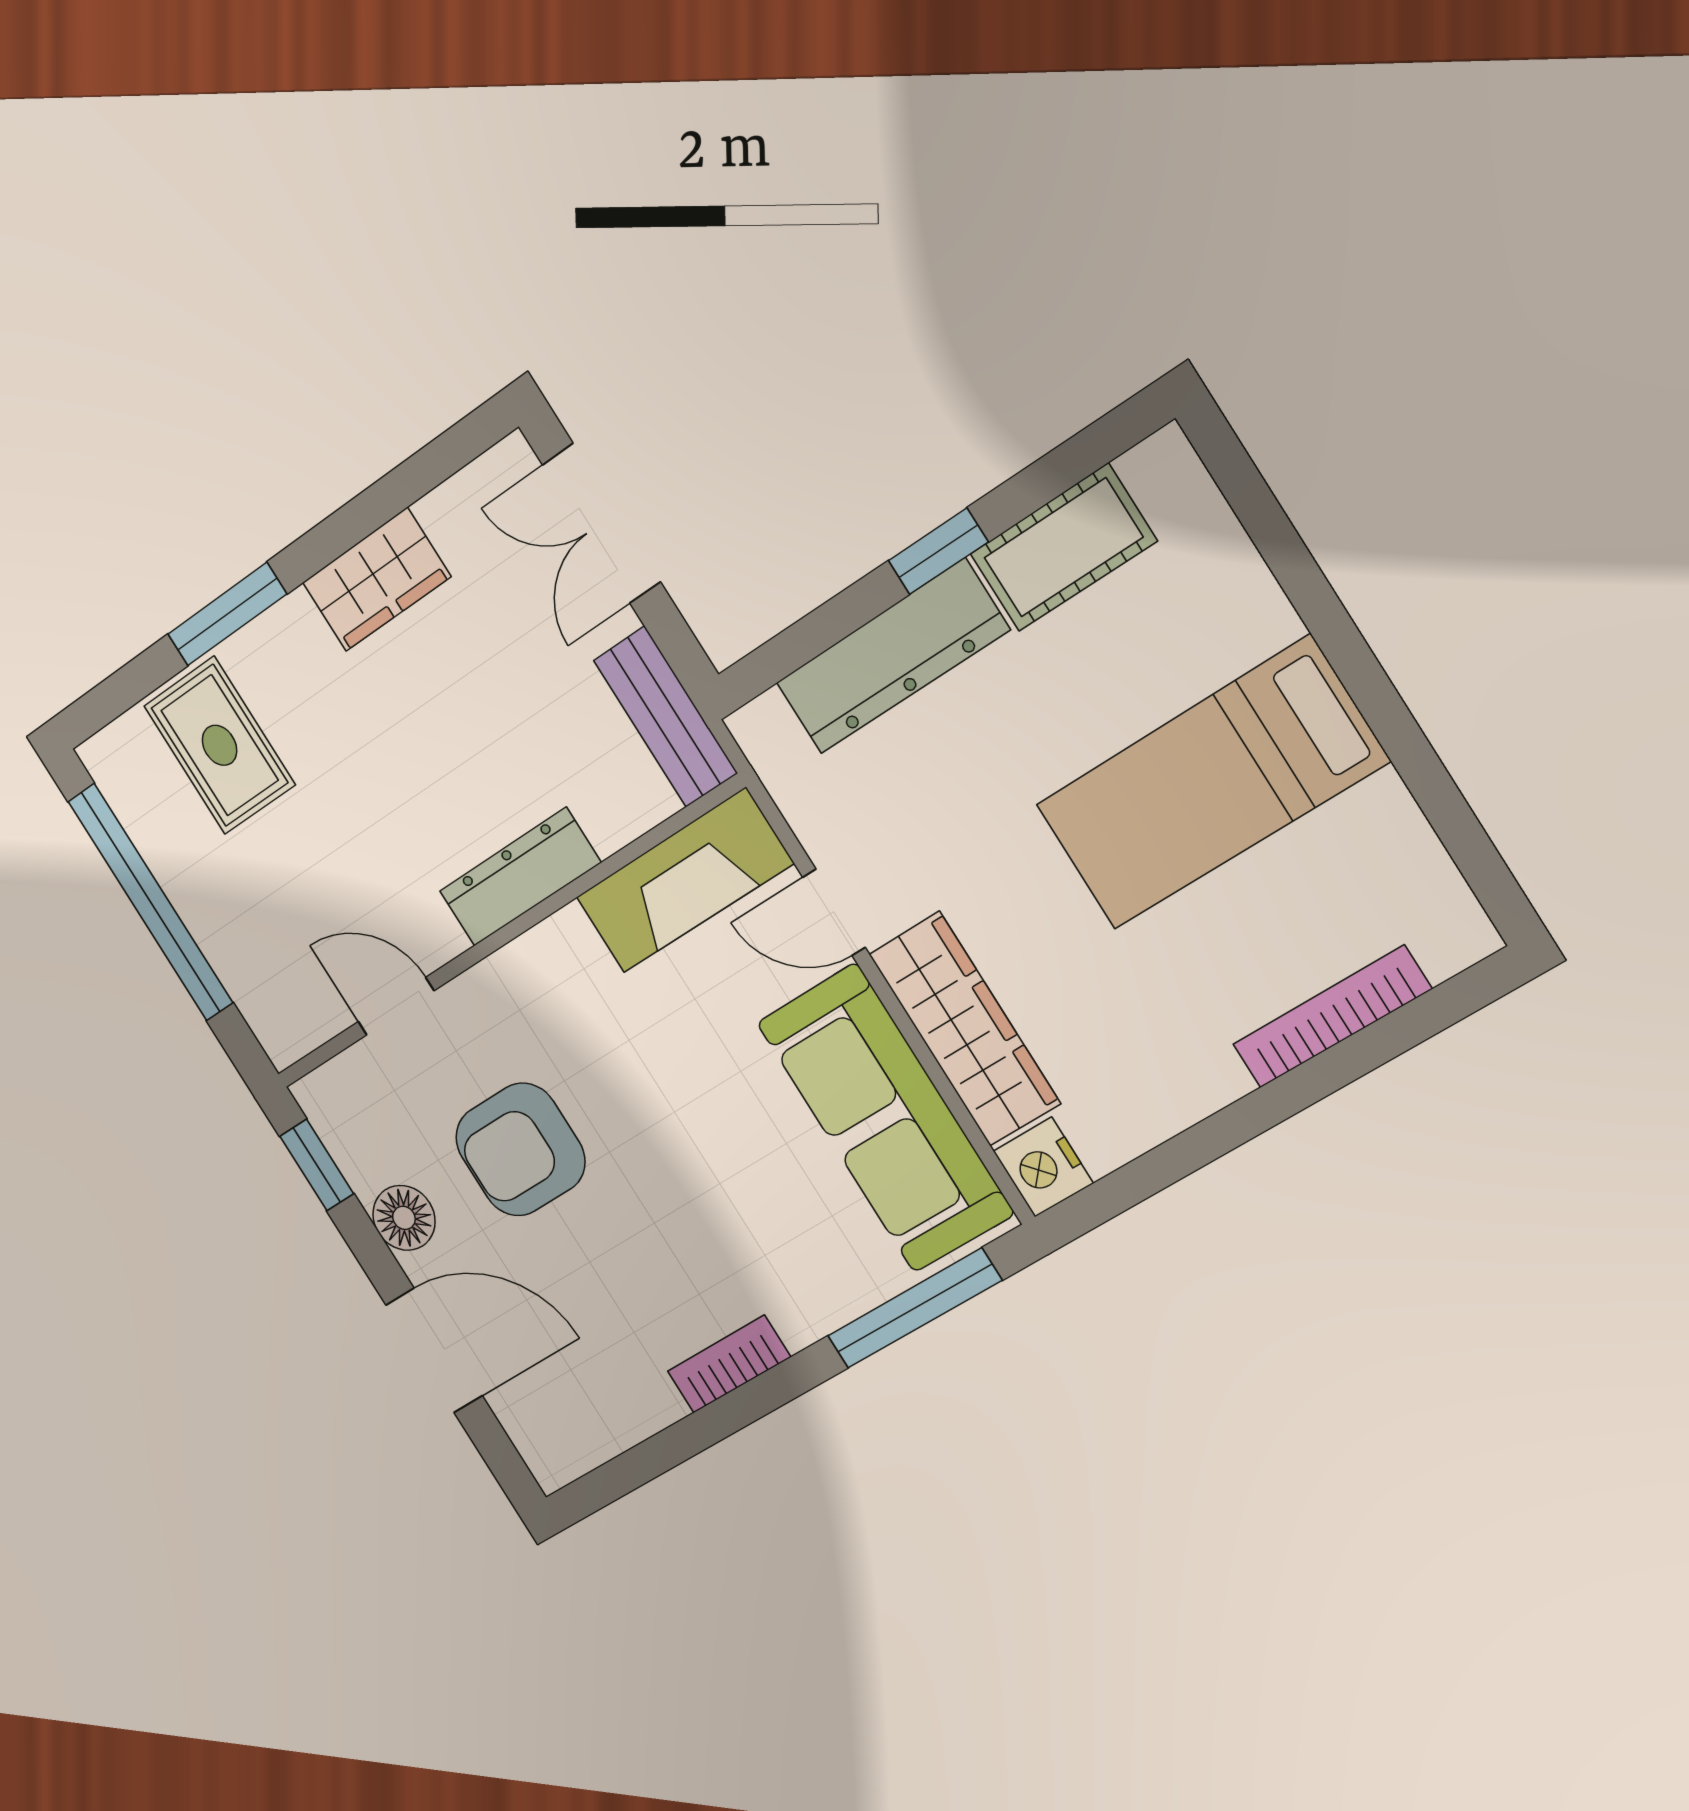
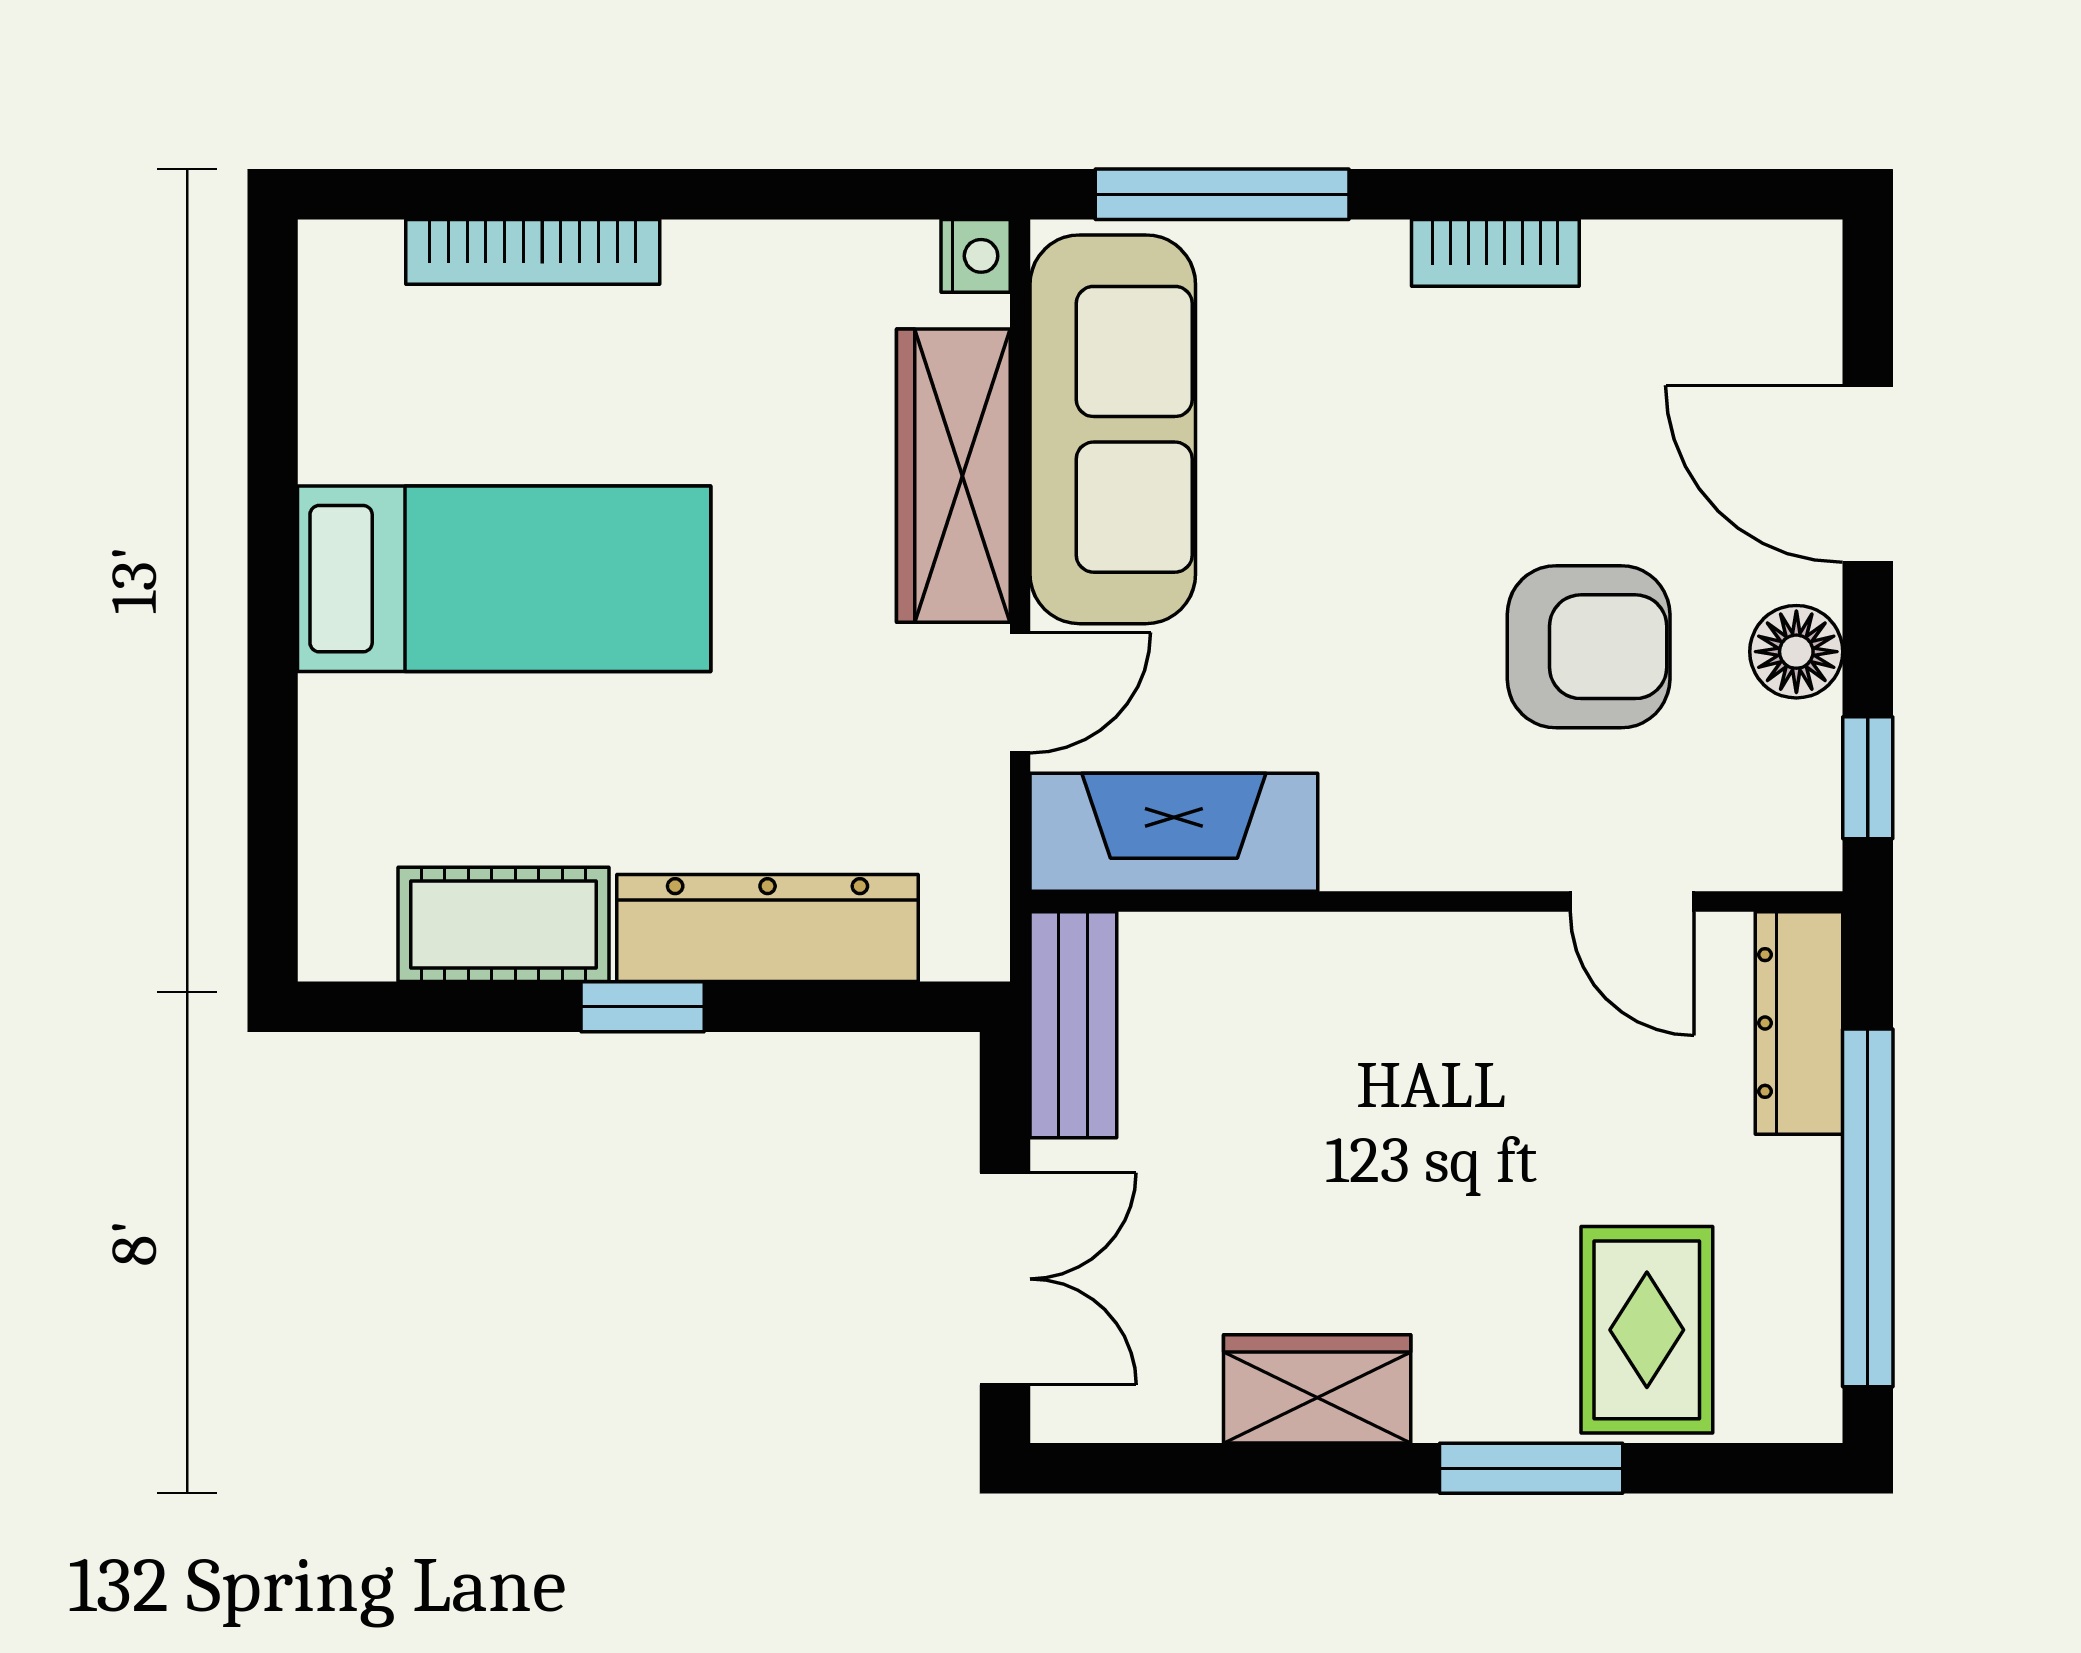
dresser: (520, 877) -> (1799, 1023), moved, turned 90
door: (834, 912) -> (1020, 693), hinge flipped
nightstand: (1043, 1167) -> (976, 256), width x0.72, depth x0.74

